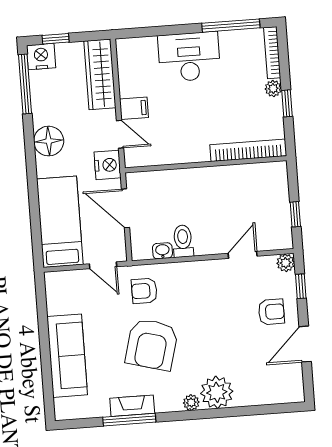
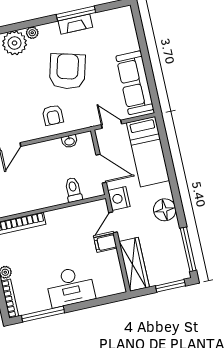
window: (56, 39) -> (170, 286), width x1.50
nightstand: (41, 57) -> (179, 271), removed
door: (120, 134) -> (113, 222), hinge flipped
toilet: (183, 241) -> (73, 190), moved, turned 180
armchair: (144, 291) -> (53, 115), moved, turned 90
sofa: (67, 356) -> (135, 83), moved

